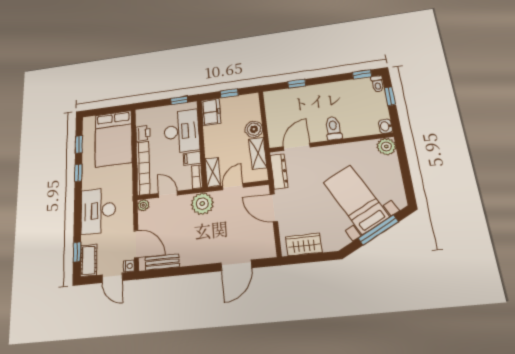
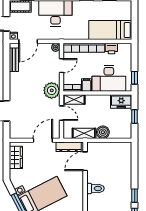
window: (297, 84) -> (135, 196), moved
bed: (113, 139) -> (110, 30), width x0.67
door: (297, 147) -> (85, 161), swing flipped

